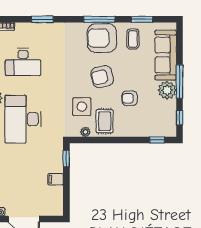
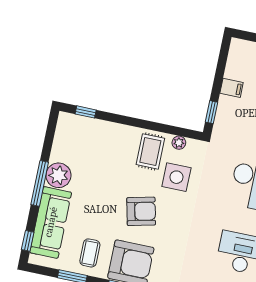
armchair: (130, 98) -> (111, 175), removed
window: (179, 118) -> (28, 241), moved

